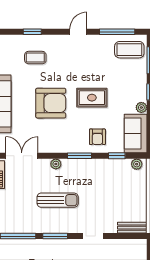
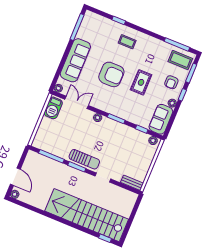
door: (78, 32) -> (150, 33), removed
coffee table: (35, 58) -> (127, 42), moved
rug: (92, 98) -> (141, 82), turned 90
armchair: (97, 137) -> (171, 82), moved
sun lounger: (58, 200) -> (84, 159), moved

